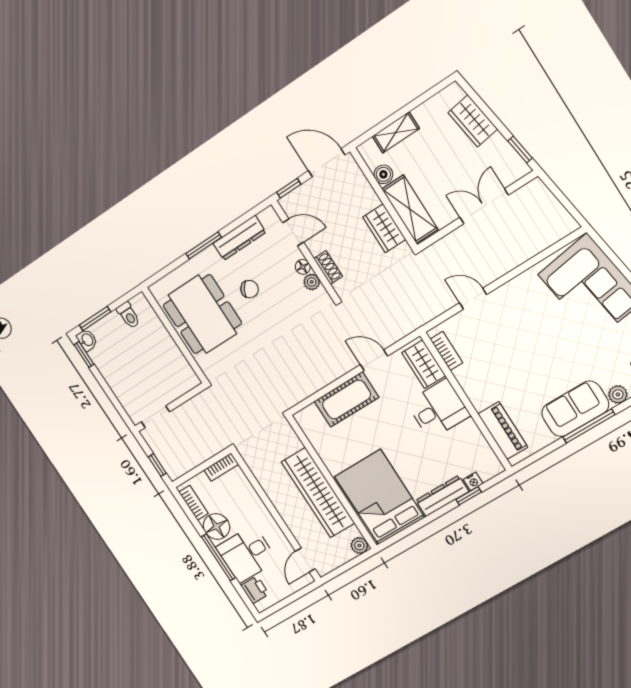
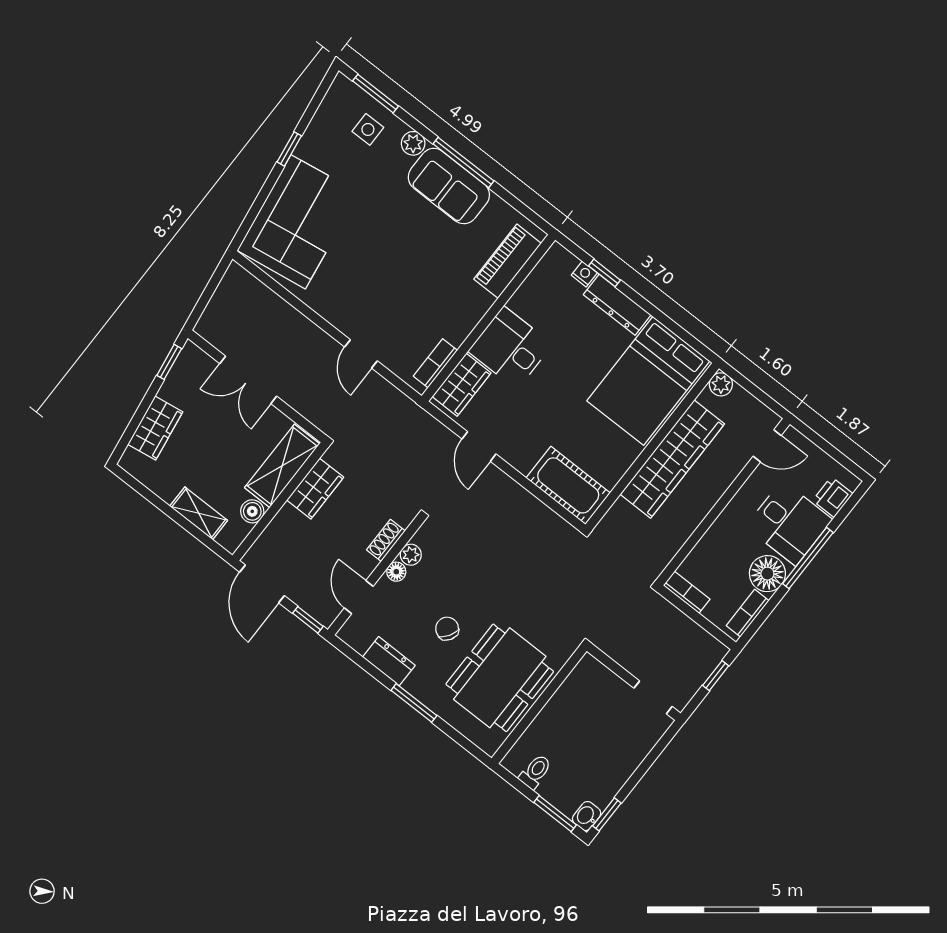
dresser: (239, 238) -> (389, 661), width x0.70
cot: (346, 399) -> (568, 485), moved

